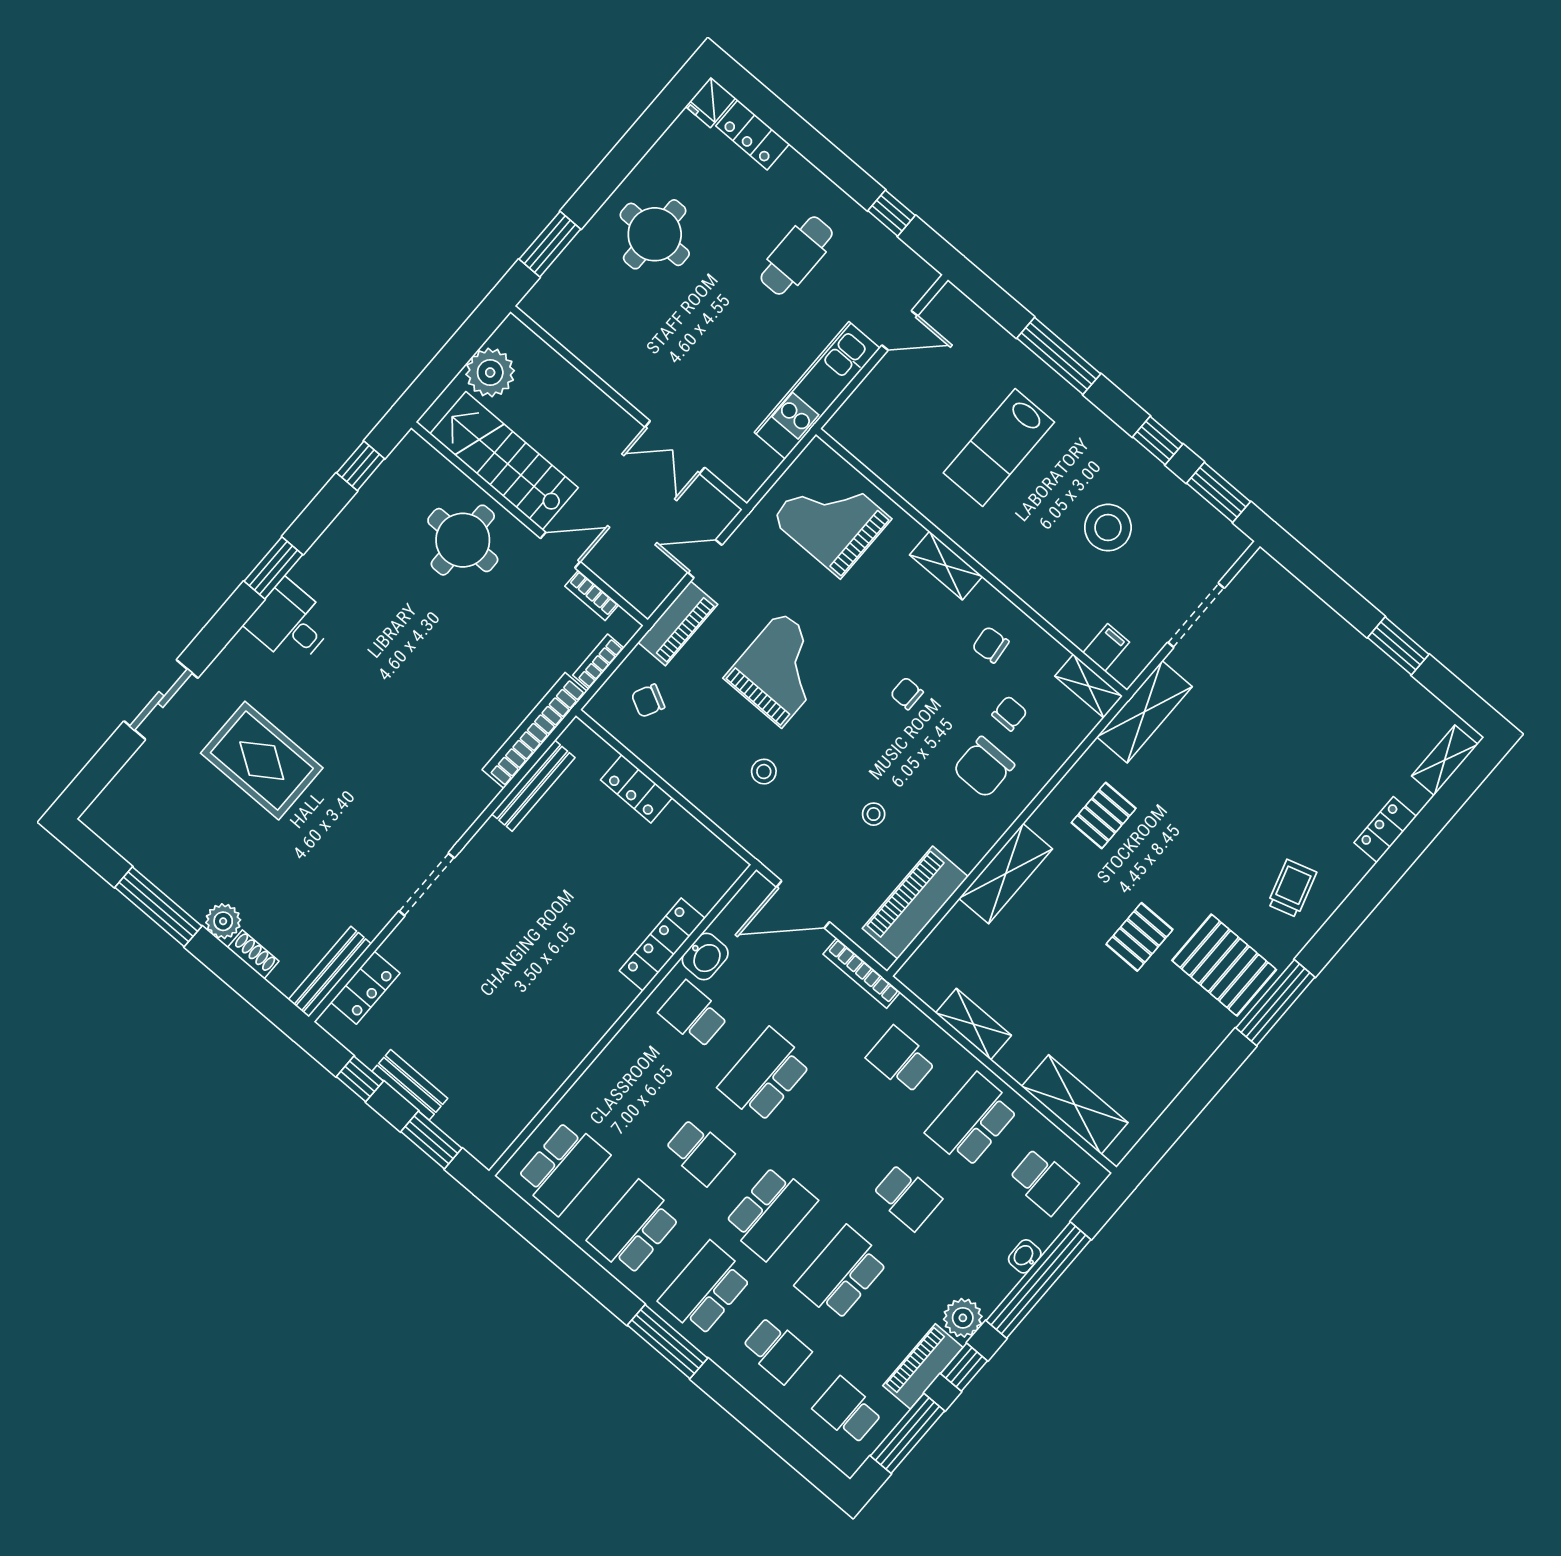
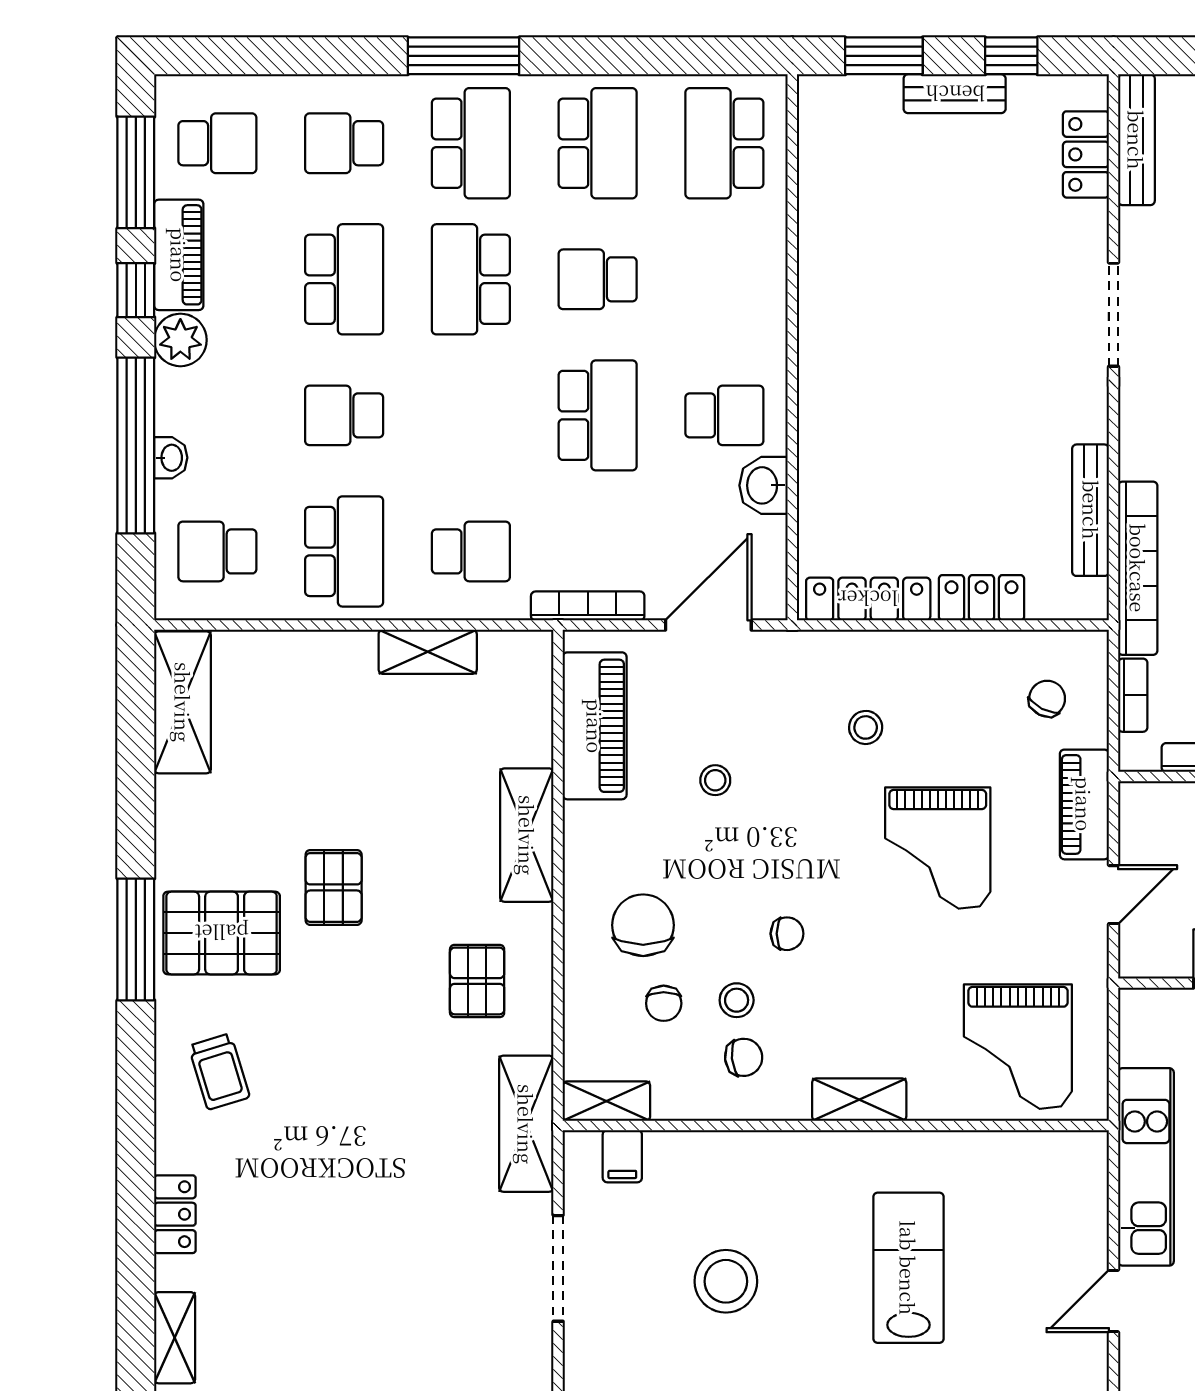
grand piano: (831, 519) -> (1018, 1047), turned 90
stool: (967, 680) -> (737, 1000), added
locker: (662, 944) -> (868, 599), moved, turned -90
shelving: (1075, 1105) -> (183, 702), moved, turned 90

